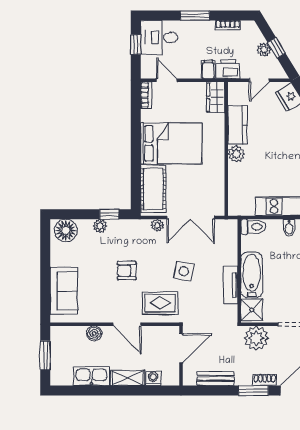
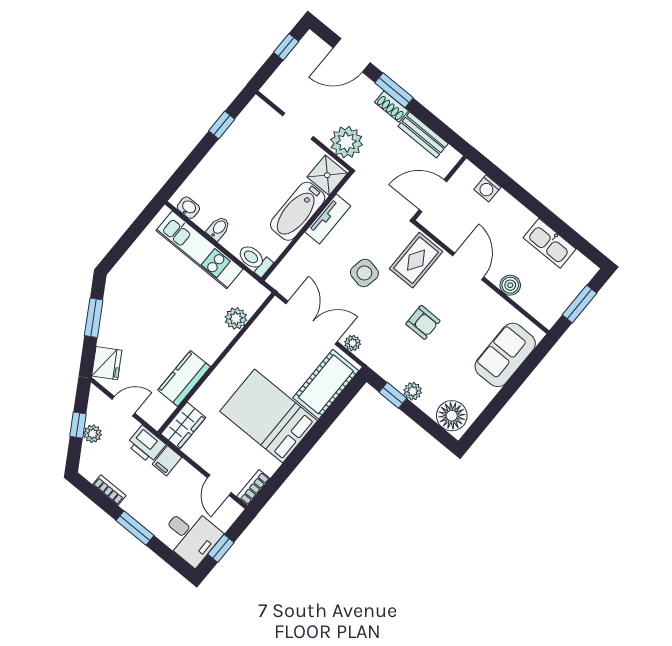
plant: (236, 154) -> (236, 318), moved
rug: (160, 303) -> (416, 260), turned 90
shelving: (128, 378) -> (514, 211), removed
shoe rack: (265, 380) -> (392, 107), moved

